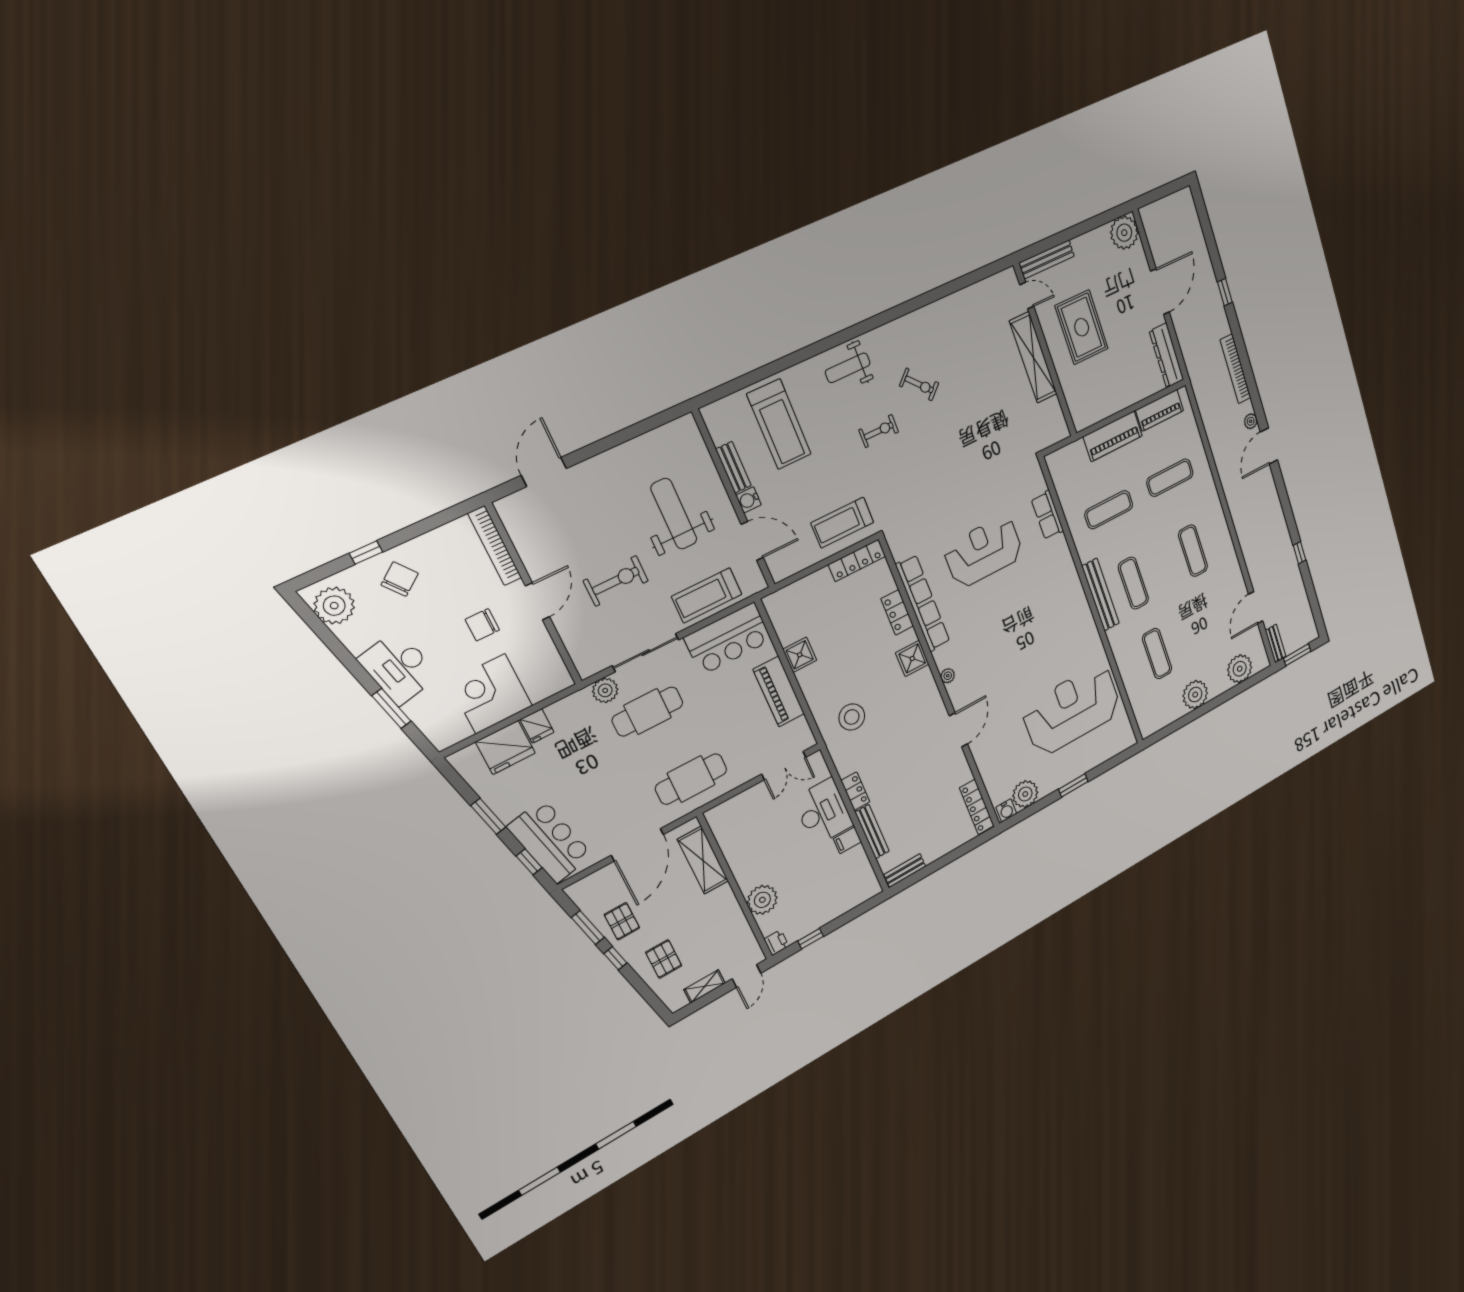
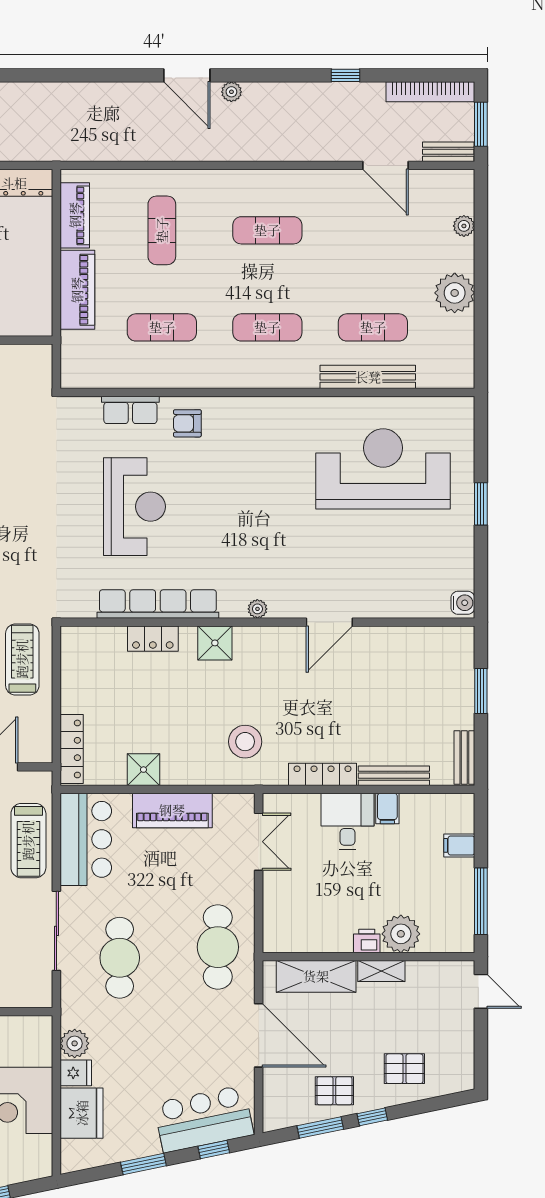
bookcase: (1236, 369) -> (430, 92), moved
plant: (1251, 421) -> (231, 92), moved
exercise mat: (1109, 510) -> (162, 327), turned 90
treadmill: (842, 523) -> (22, 659), turned 180
reception desk: (984, 552) -> (134, 507), turned 180
locker: (857, 560) -> (72, 749), moved
armchair: (1053, 560) -> (187, 423), added
bench: (1101, 595) -> (368, 377), moved
plant: (1240, 669) -> (464, 226), width x0.53, depth x0.53
plant: (605, 690) -> (75, 1043), moved
reception desk: (1072, 710) -> (383, 469), turned 90
door: (958, 730) -> (329, 622), swing flipped
locker: (855, 791) -> (322, 774), width x1.53
plant: (1025, 794) -> (456, 571), removed
locker: (977, 807) -> (437, 638), removed
desk: (823, 812) -> (348, 822), width x0.73
window: (953, 855) -> (481, 691), added
filing cabinet: (843, 902) -> (459, 845), added
window: (811, 939) -> (481, 901), width x2.17
printer: (776, 943) -> (367, 941), moved
shelving: (705, 986) -> (381, 971), moved, turned 90

